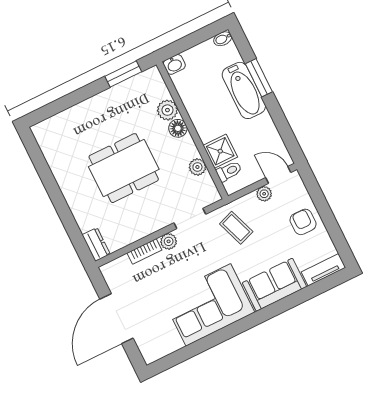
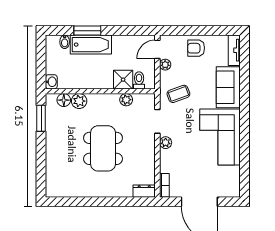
bidet: (223, 39) -> (65, 42), moved
floor lamp: (178, 128) -> (64, 100), moved
bookcase: (144, 251) -> (164, 185), moved

